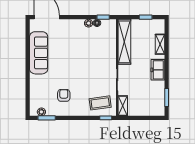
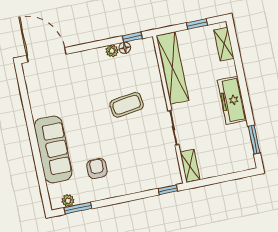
shelving: (160, 44) -> (224, 44), moved
sofa: (39, 53) -> (53, 149), moved
freezer: (158, 70) -> (232, 100), width x1.40
coffee table: (100, 103) -> (127, 105), moved

